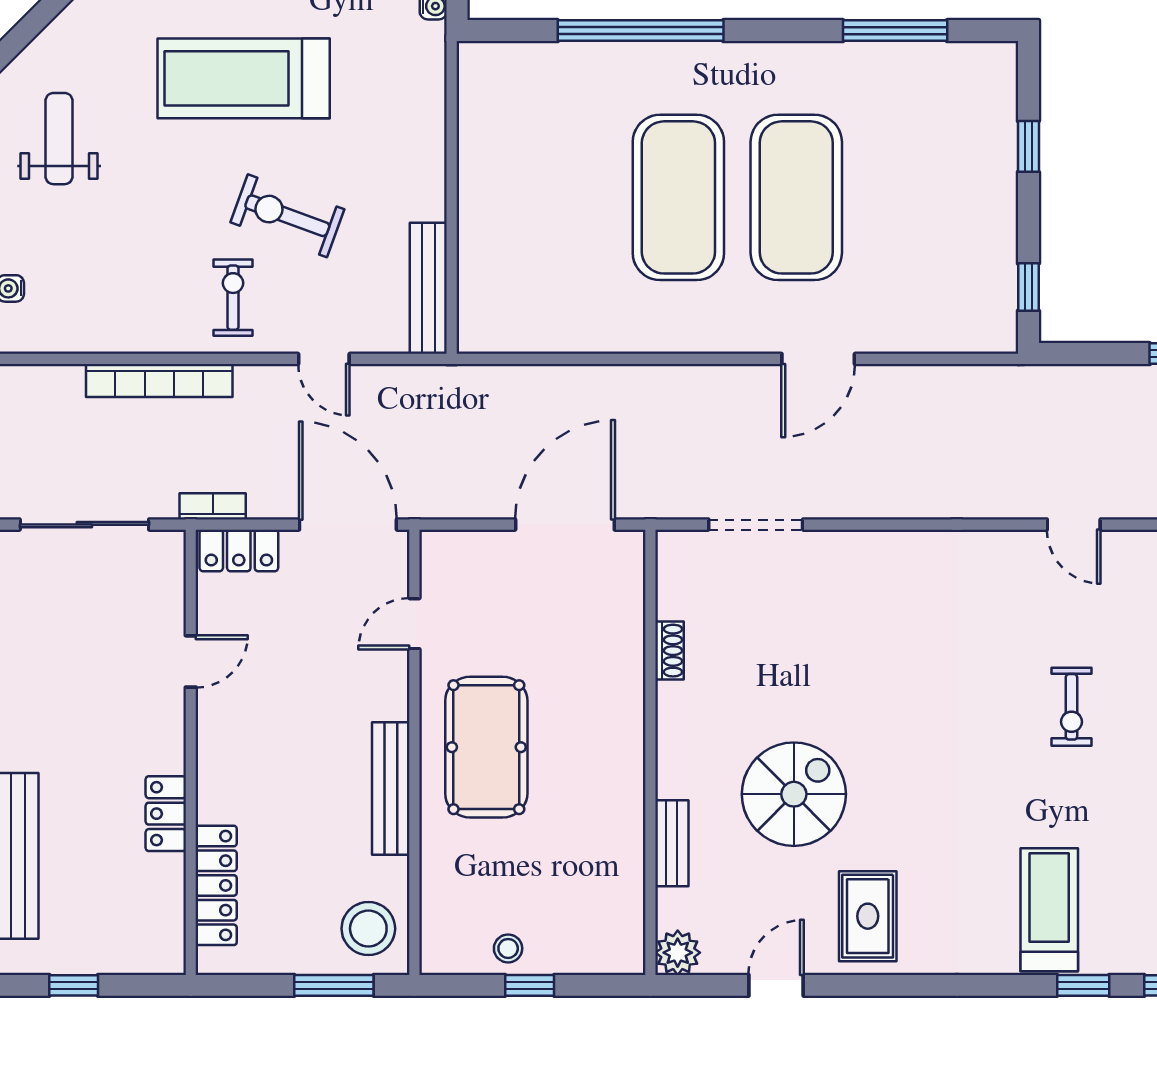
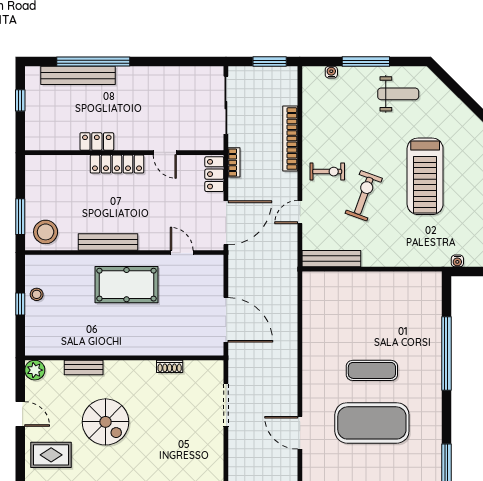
treadmill: (244, 78) -> (425, 176), turned 180
exercise mat: (678, 197) -> (372, 370), width x0.50, depth x0.69
locker: (216, 885) -> (117, 164), moved

